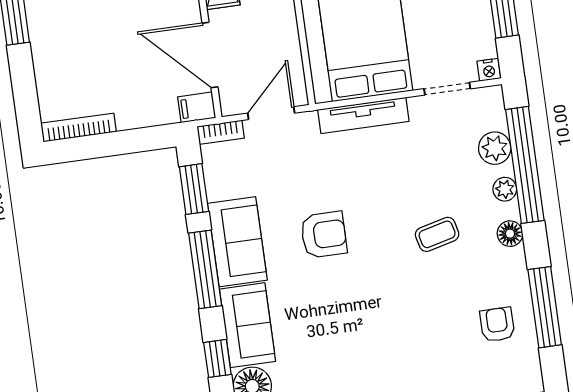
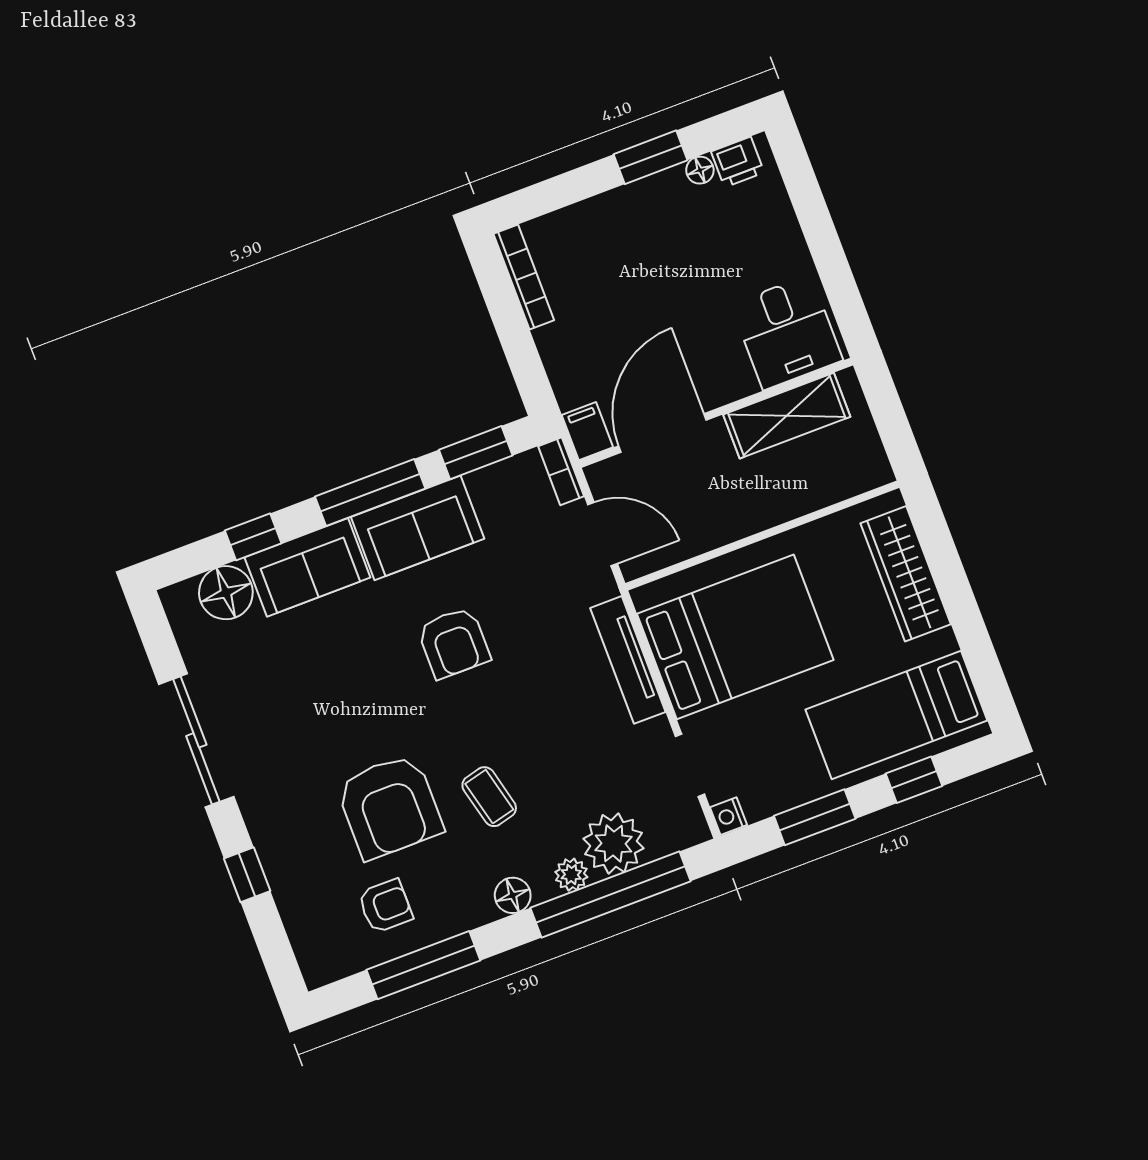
plant: (495, 148) -> (613, 843), width x1.36, depth x1.36
armchair: (428, 306) -> (389, 807), added

